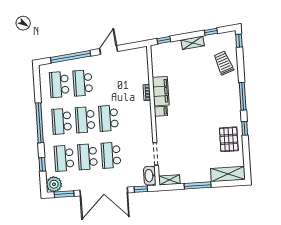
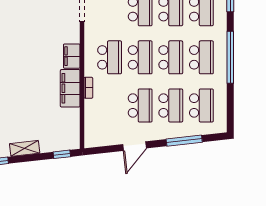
window: (71, 57) -> (184, 141), width x0.68
school desk: (106, 81) -> (140, 105), added
filing cabinet: (161, 111) -> (72, 56), width x2.00
school desk: (132, 117) -> (110, 57), added

